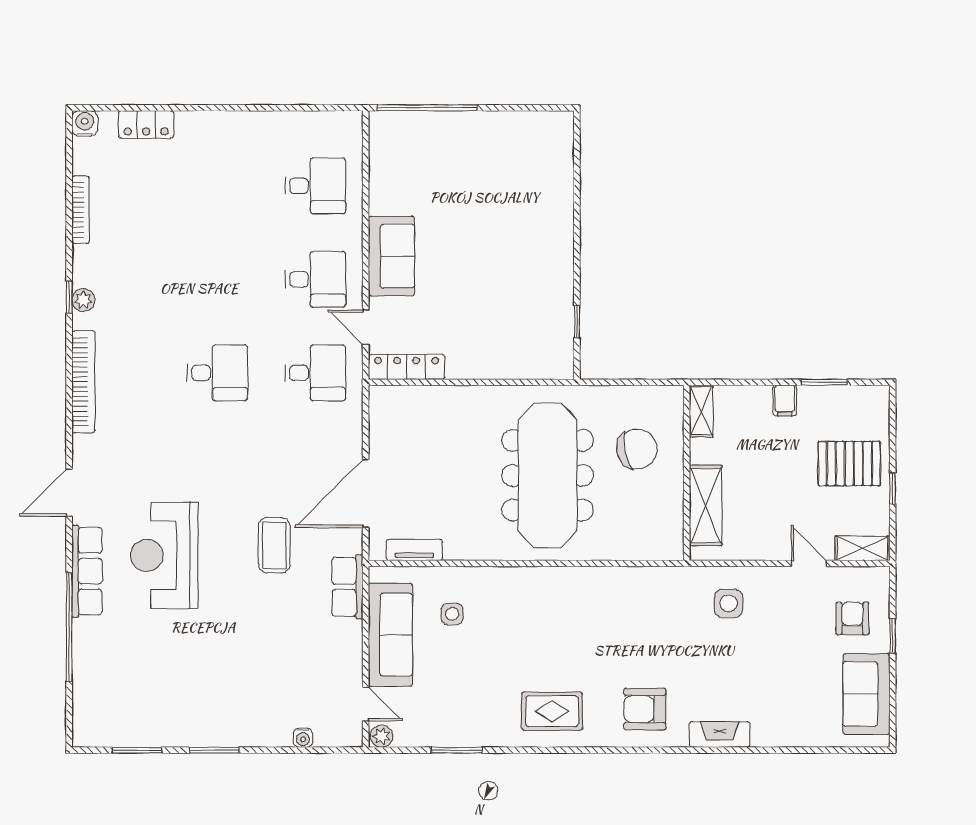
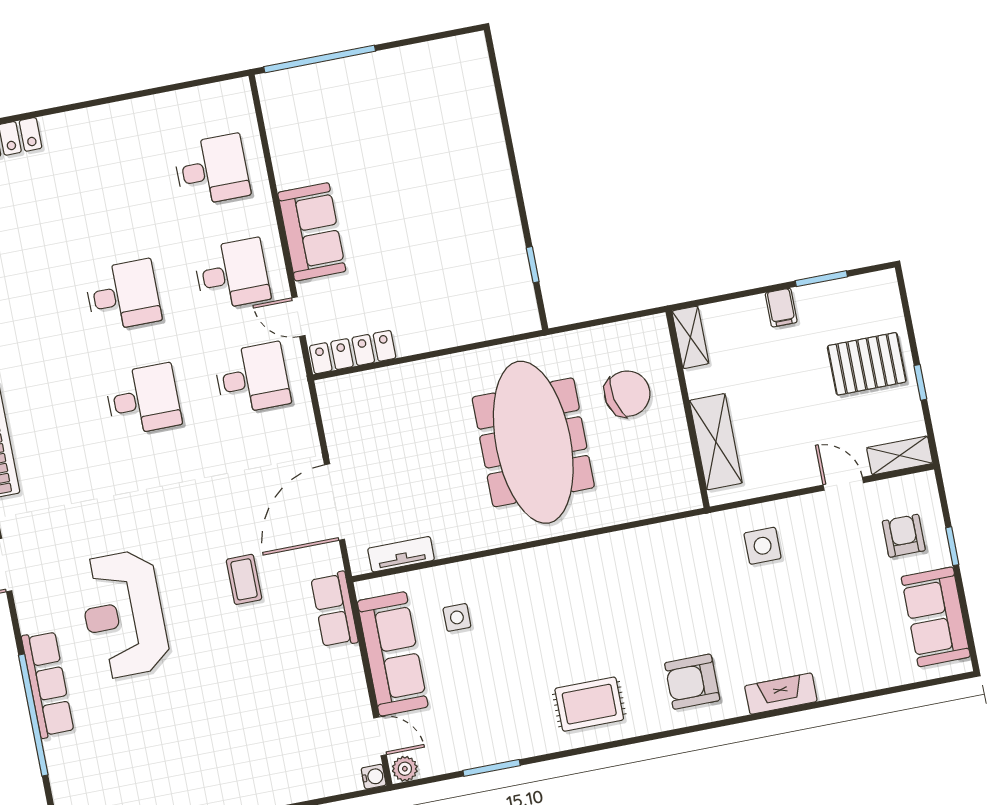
desk: (217, 279) -> (123, 295), added
coffee table: (274, 545) -> (244, 579), width x0.73, depth x0.77
row of seats: (87, 571) -> (48, 684), moved
water cooler: (303, 738) -> (374, 777), moved, turned -90

